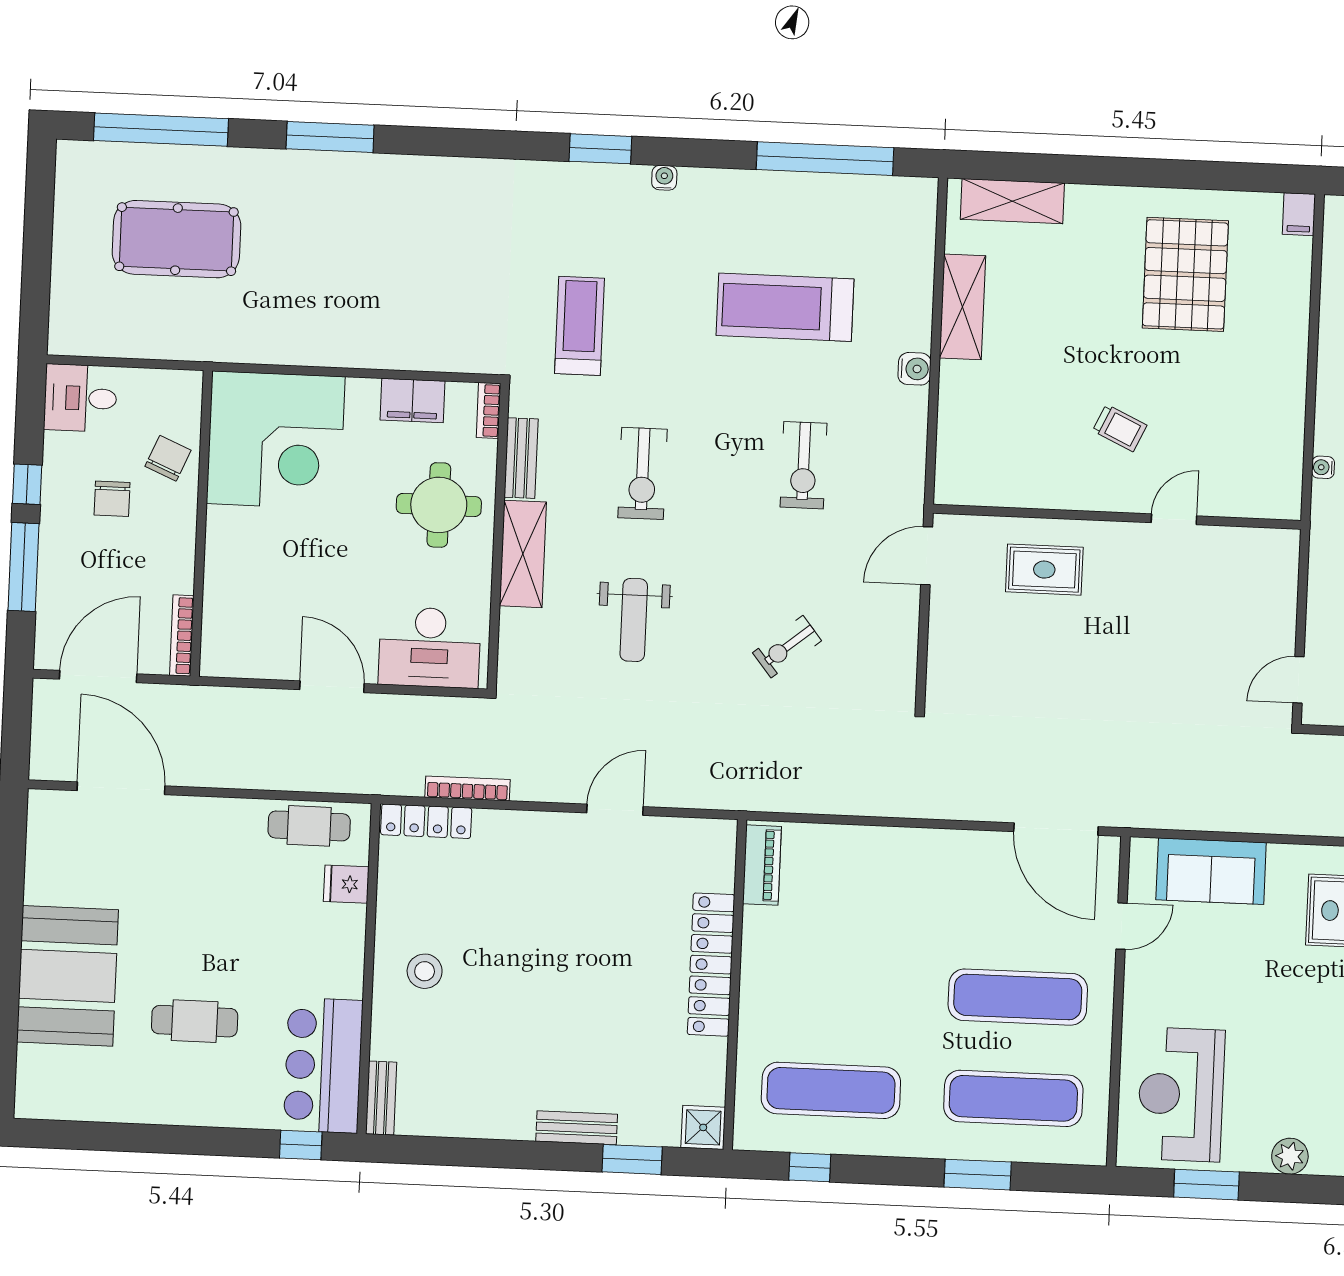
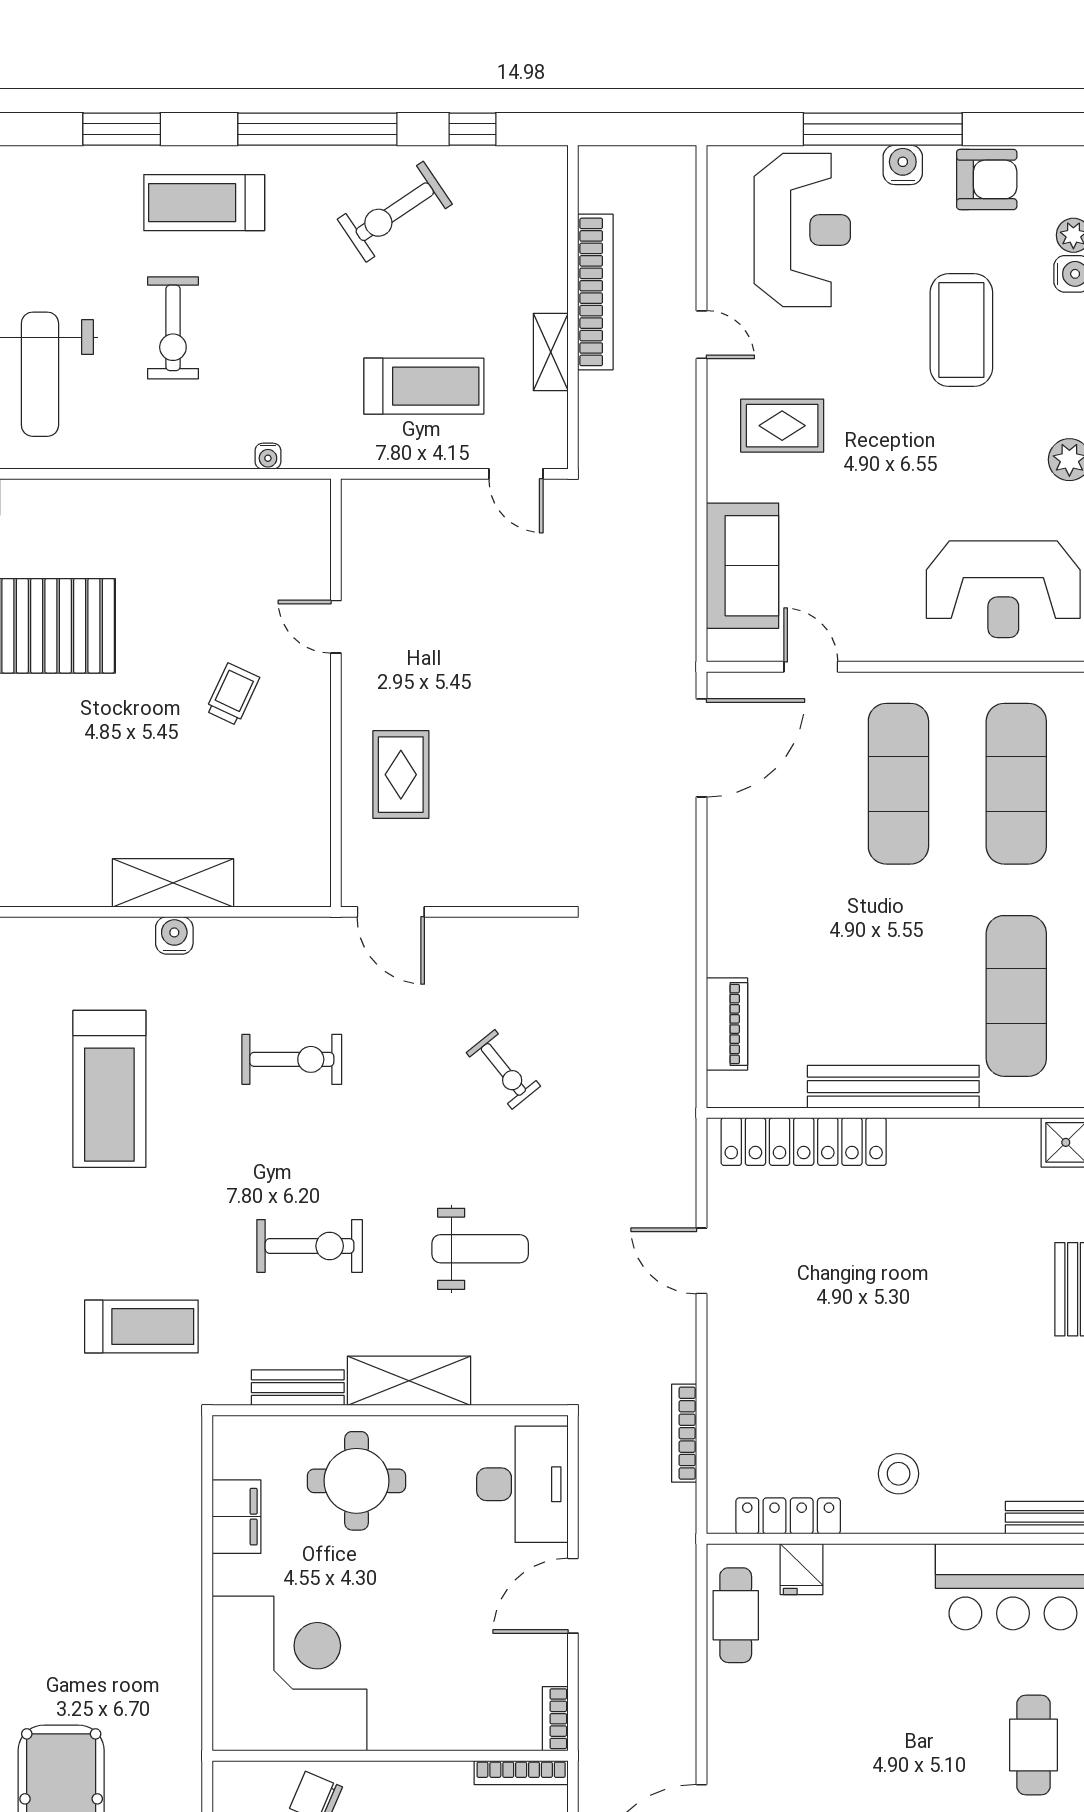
shelving: (963, 307) -> (173, 883), moved
treadmill: (580, 326) -> (141, 1327), turned 180
bookcase: (489, 410) -> (555, 1719), moved, turned 90
locker: (426, 821) -> (788, 1516), moved, turned -90
piano: (762, 865) -> (727, 1024), moved, turned 90
locker: (711, 965) -> (804, 1142), moved
bench: (758, 981) -> (893, 1087), added
cafe table: (195, 1021) -> (1033, 1745), moved

